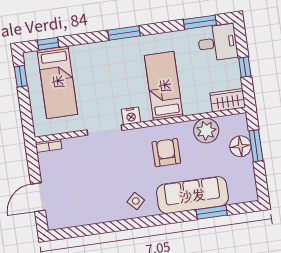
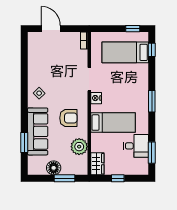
desk: (218, 43) -> (136, 146), moved, turned -90
floor lamp: (240, 146) -> (54, 168), moved

